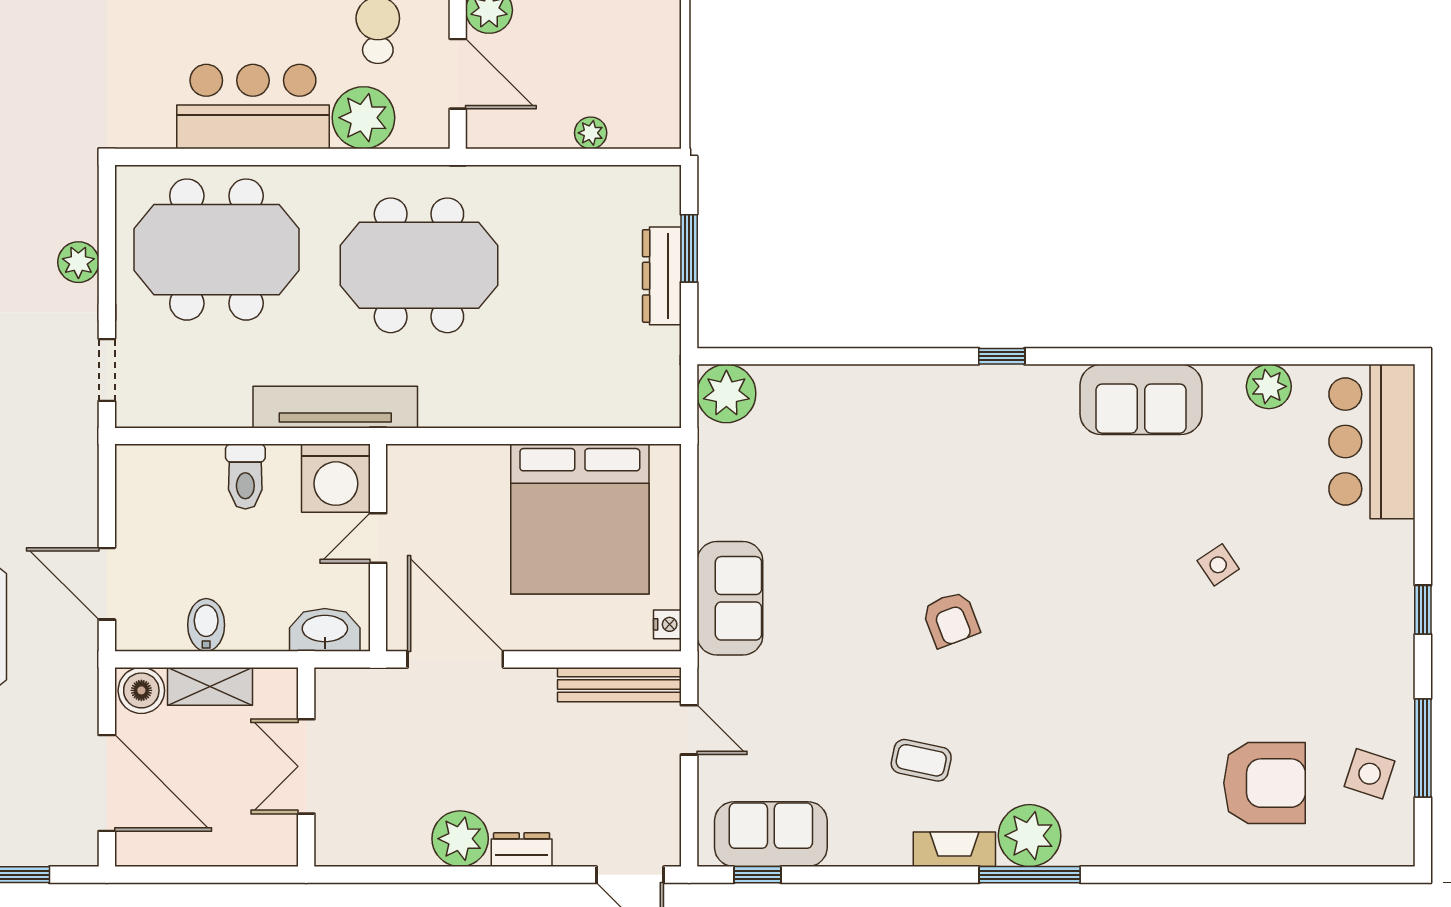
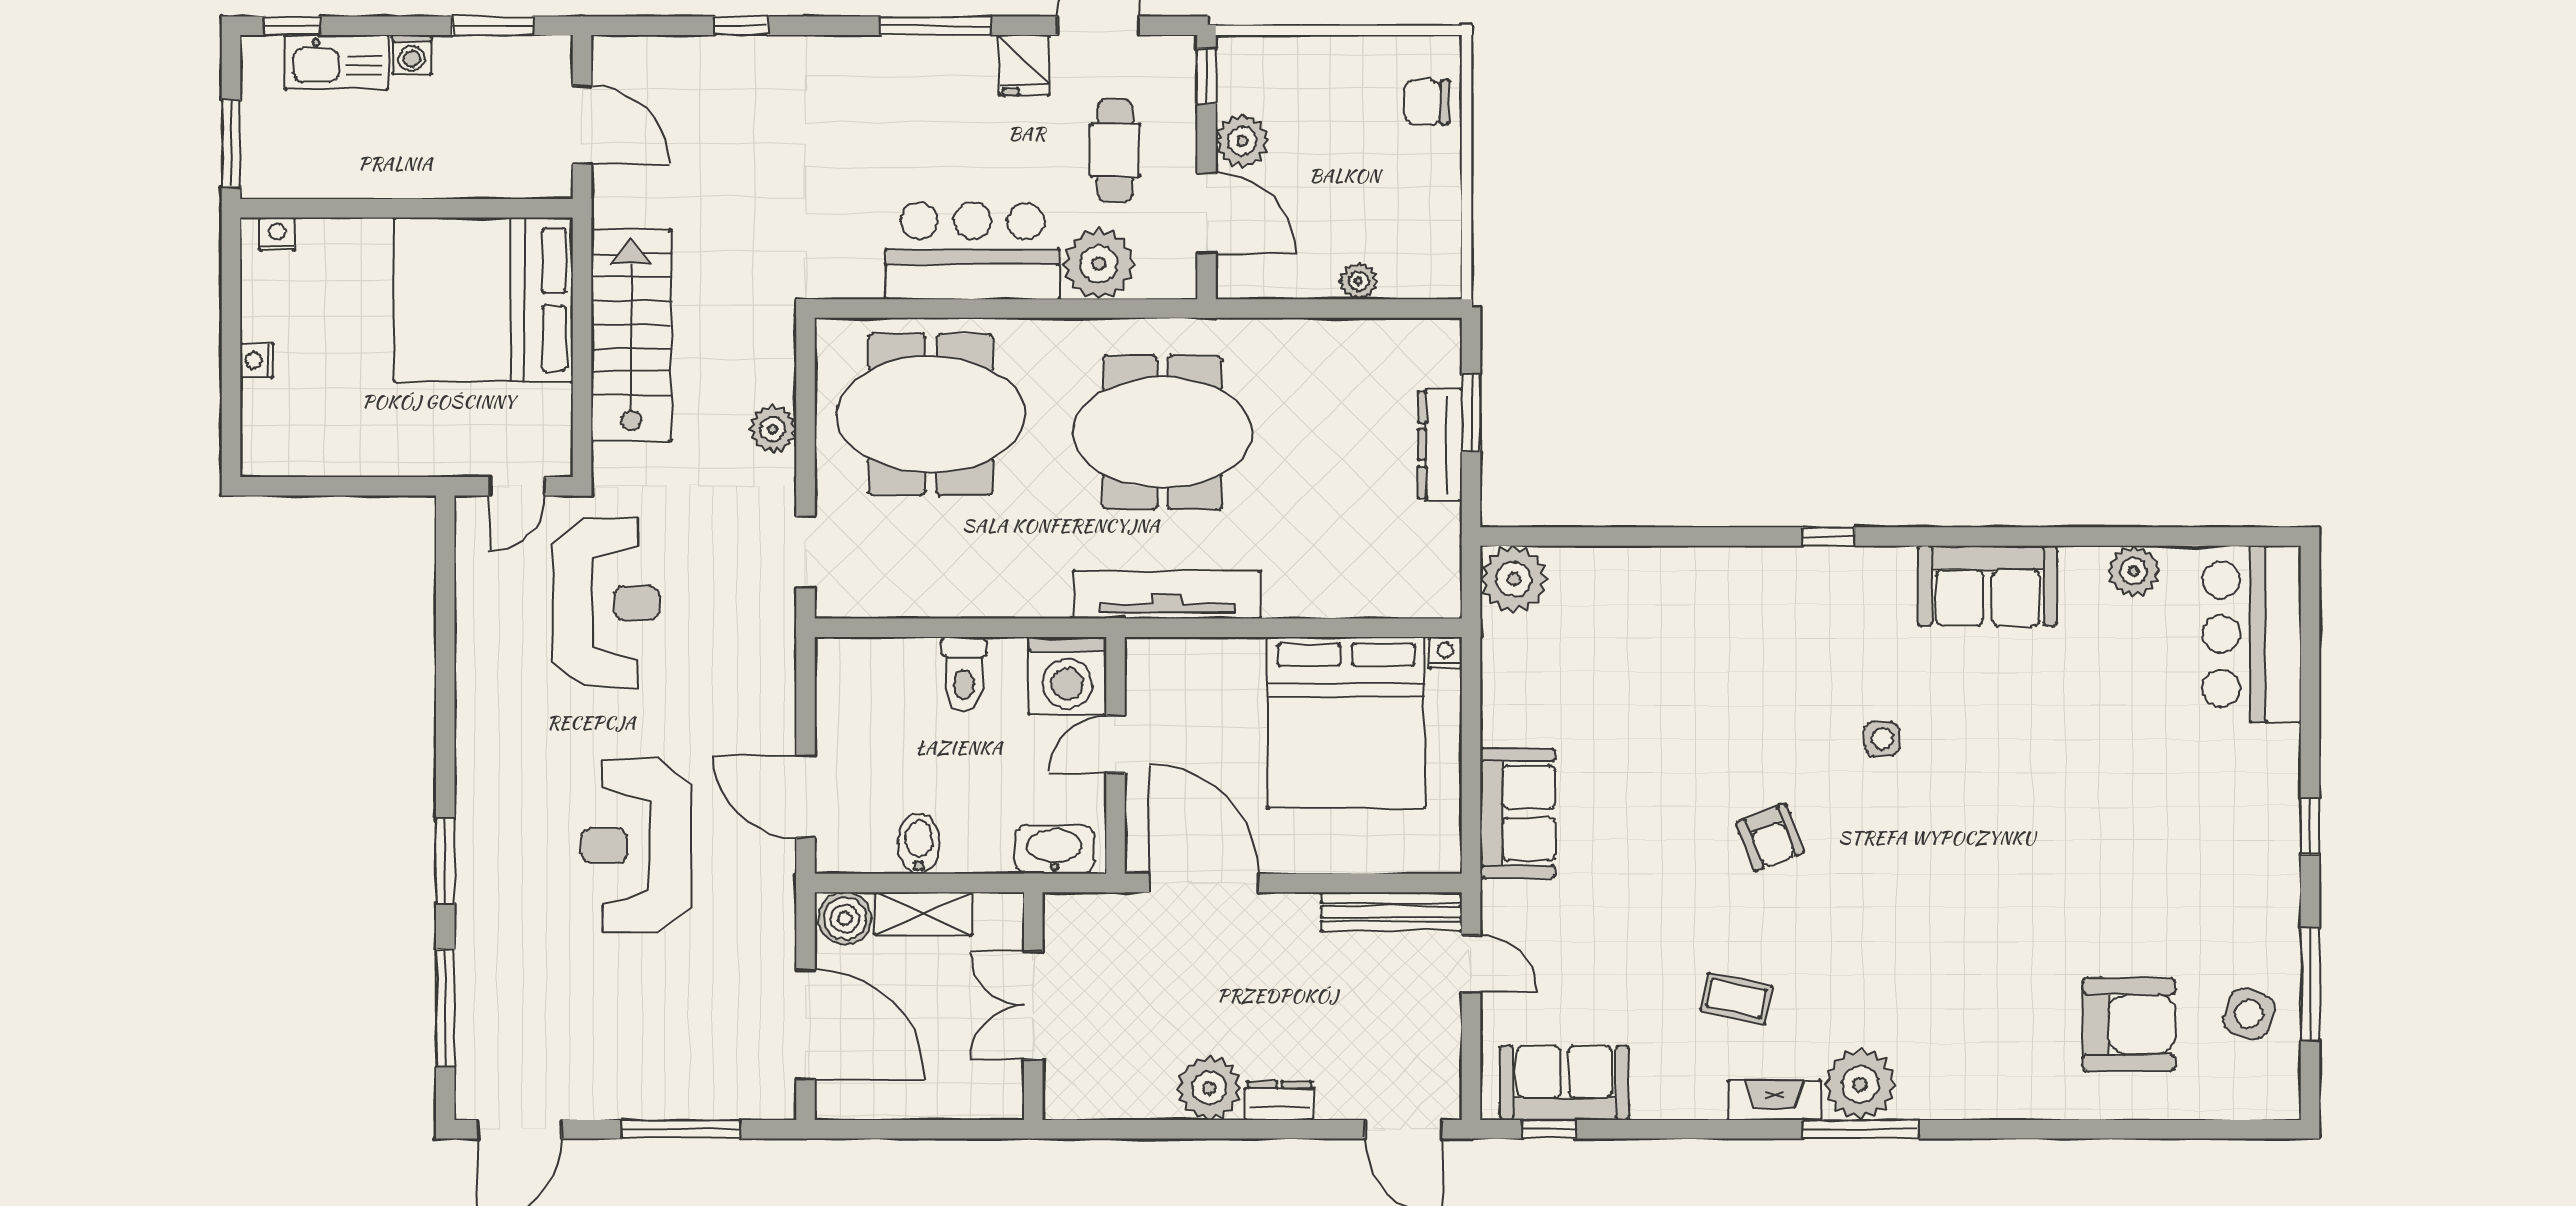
tv unit: (335, 407) -> (1167, 595), moved
side table: (1218, 565) -> (1882, 739), moved, turned 34
nightstand: (667, 624) -> (1445, 652), moved, turned -90

